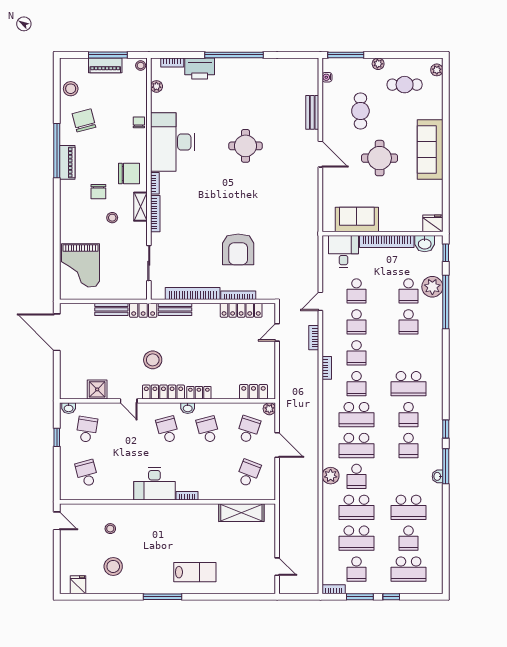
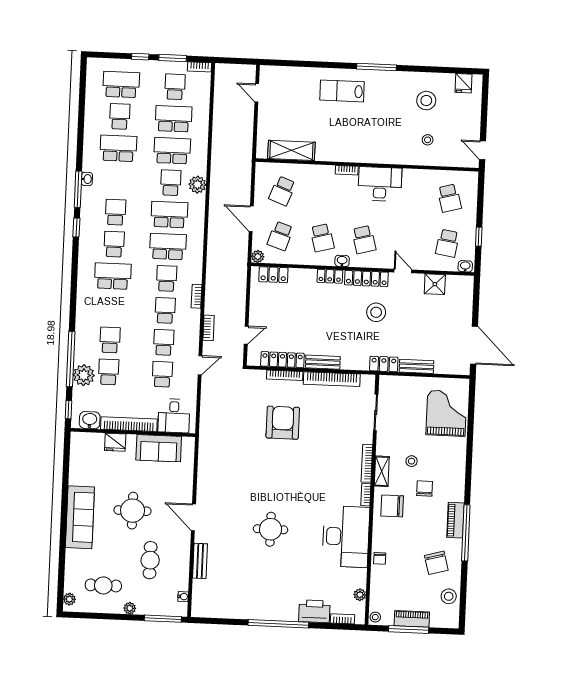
fridge: (433, 223) -> (115, 442), moved
bench: (175, 309) -> (323, 362), moved

